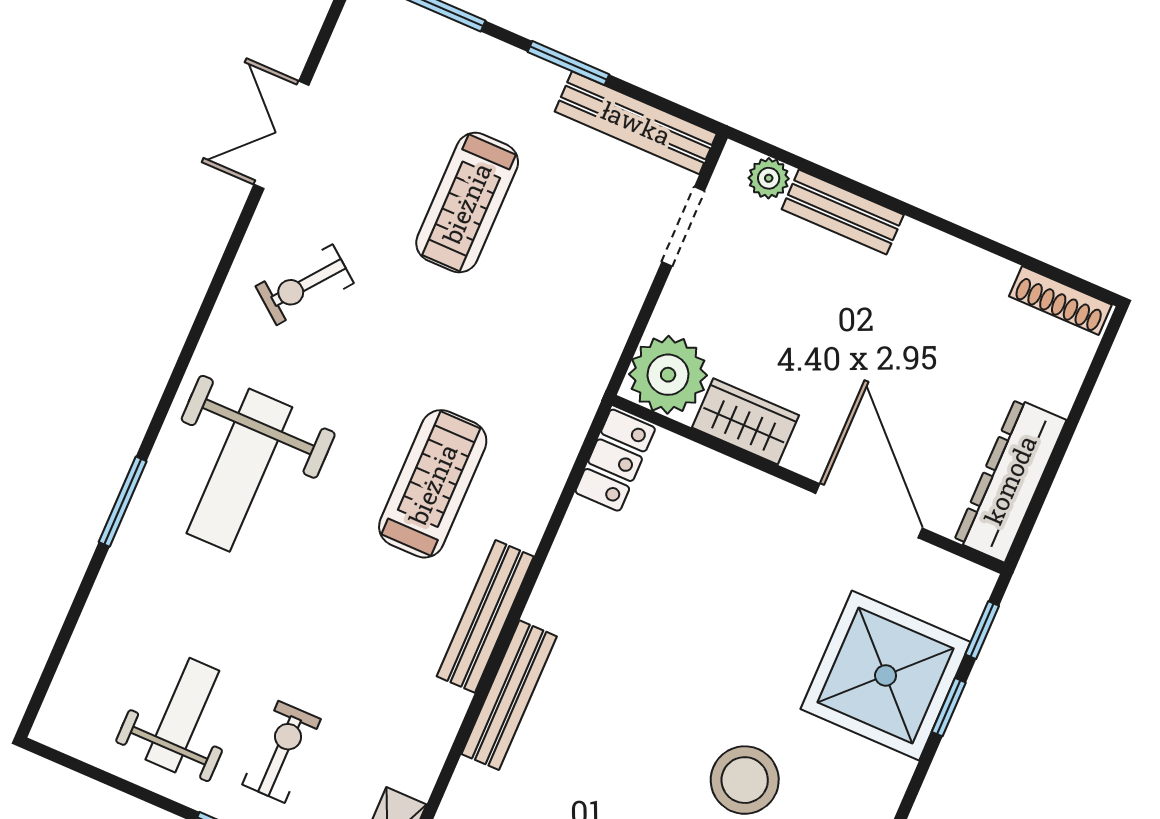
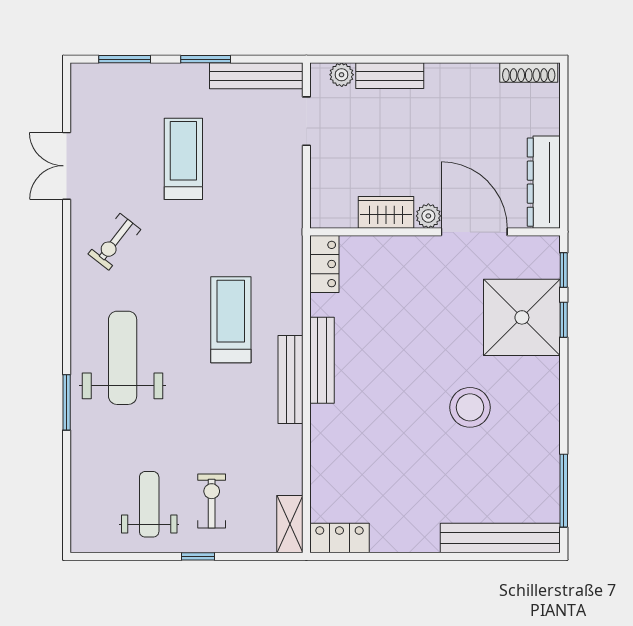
treadmill: (467, 203) -> (183, 159), turned 180
plant: (668, 375) -> (428, 216), moved, width x0.53, depth x0.53
weight bench: (239, 470) -> (123, 358), turned 180
bench: (509, 695) -> (322, 360), moved

